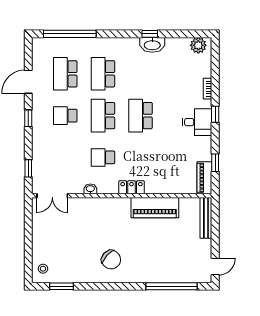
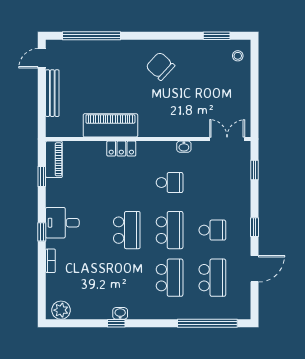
washbasin: (152, 45) -> (120, 313), width x0.52, depth x0.69
locker: (132, 187) -> (121, 149), moved
bench: (206, 218) -> (52, 93), moved

